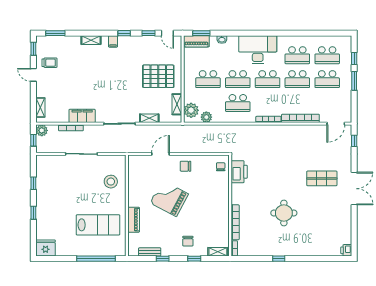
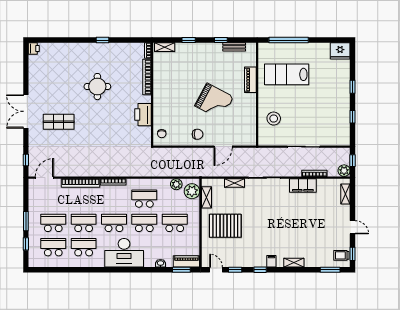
trolley: (49, 63) -> (341, 255), moved
printer: (239, 172) -> (143, 115), moved
chair: (188, 241) -> (195, 58), removed

